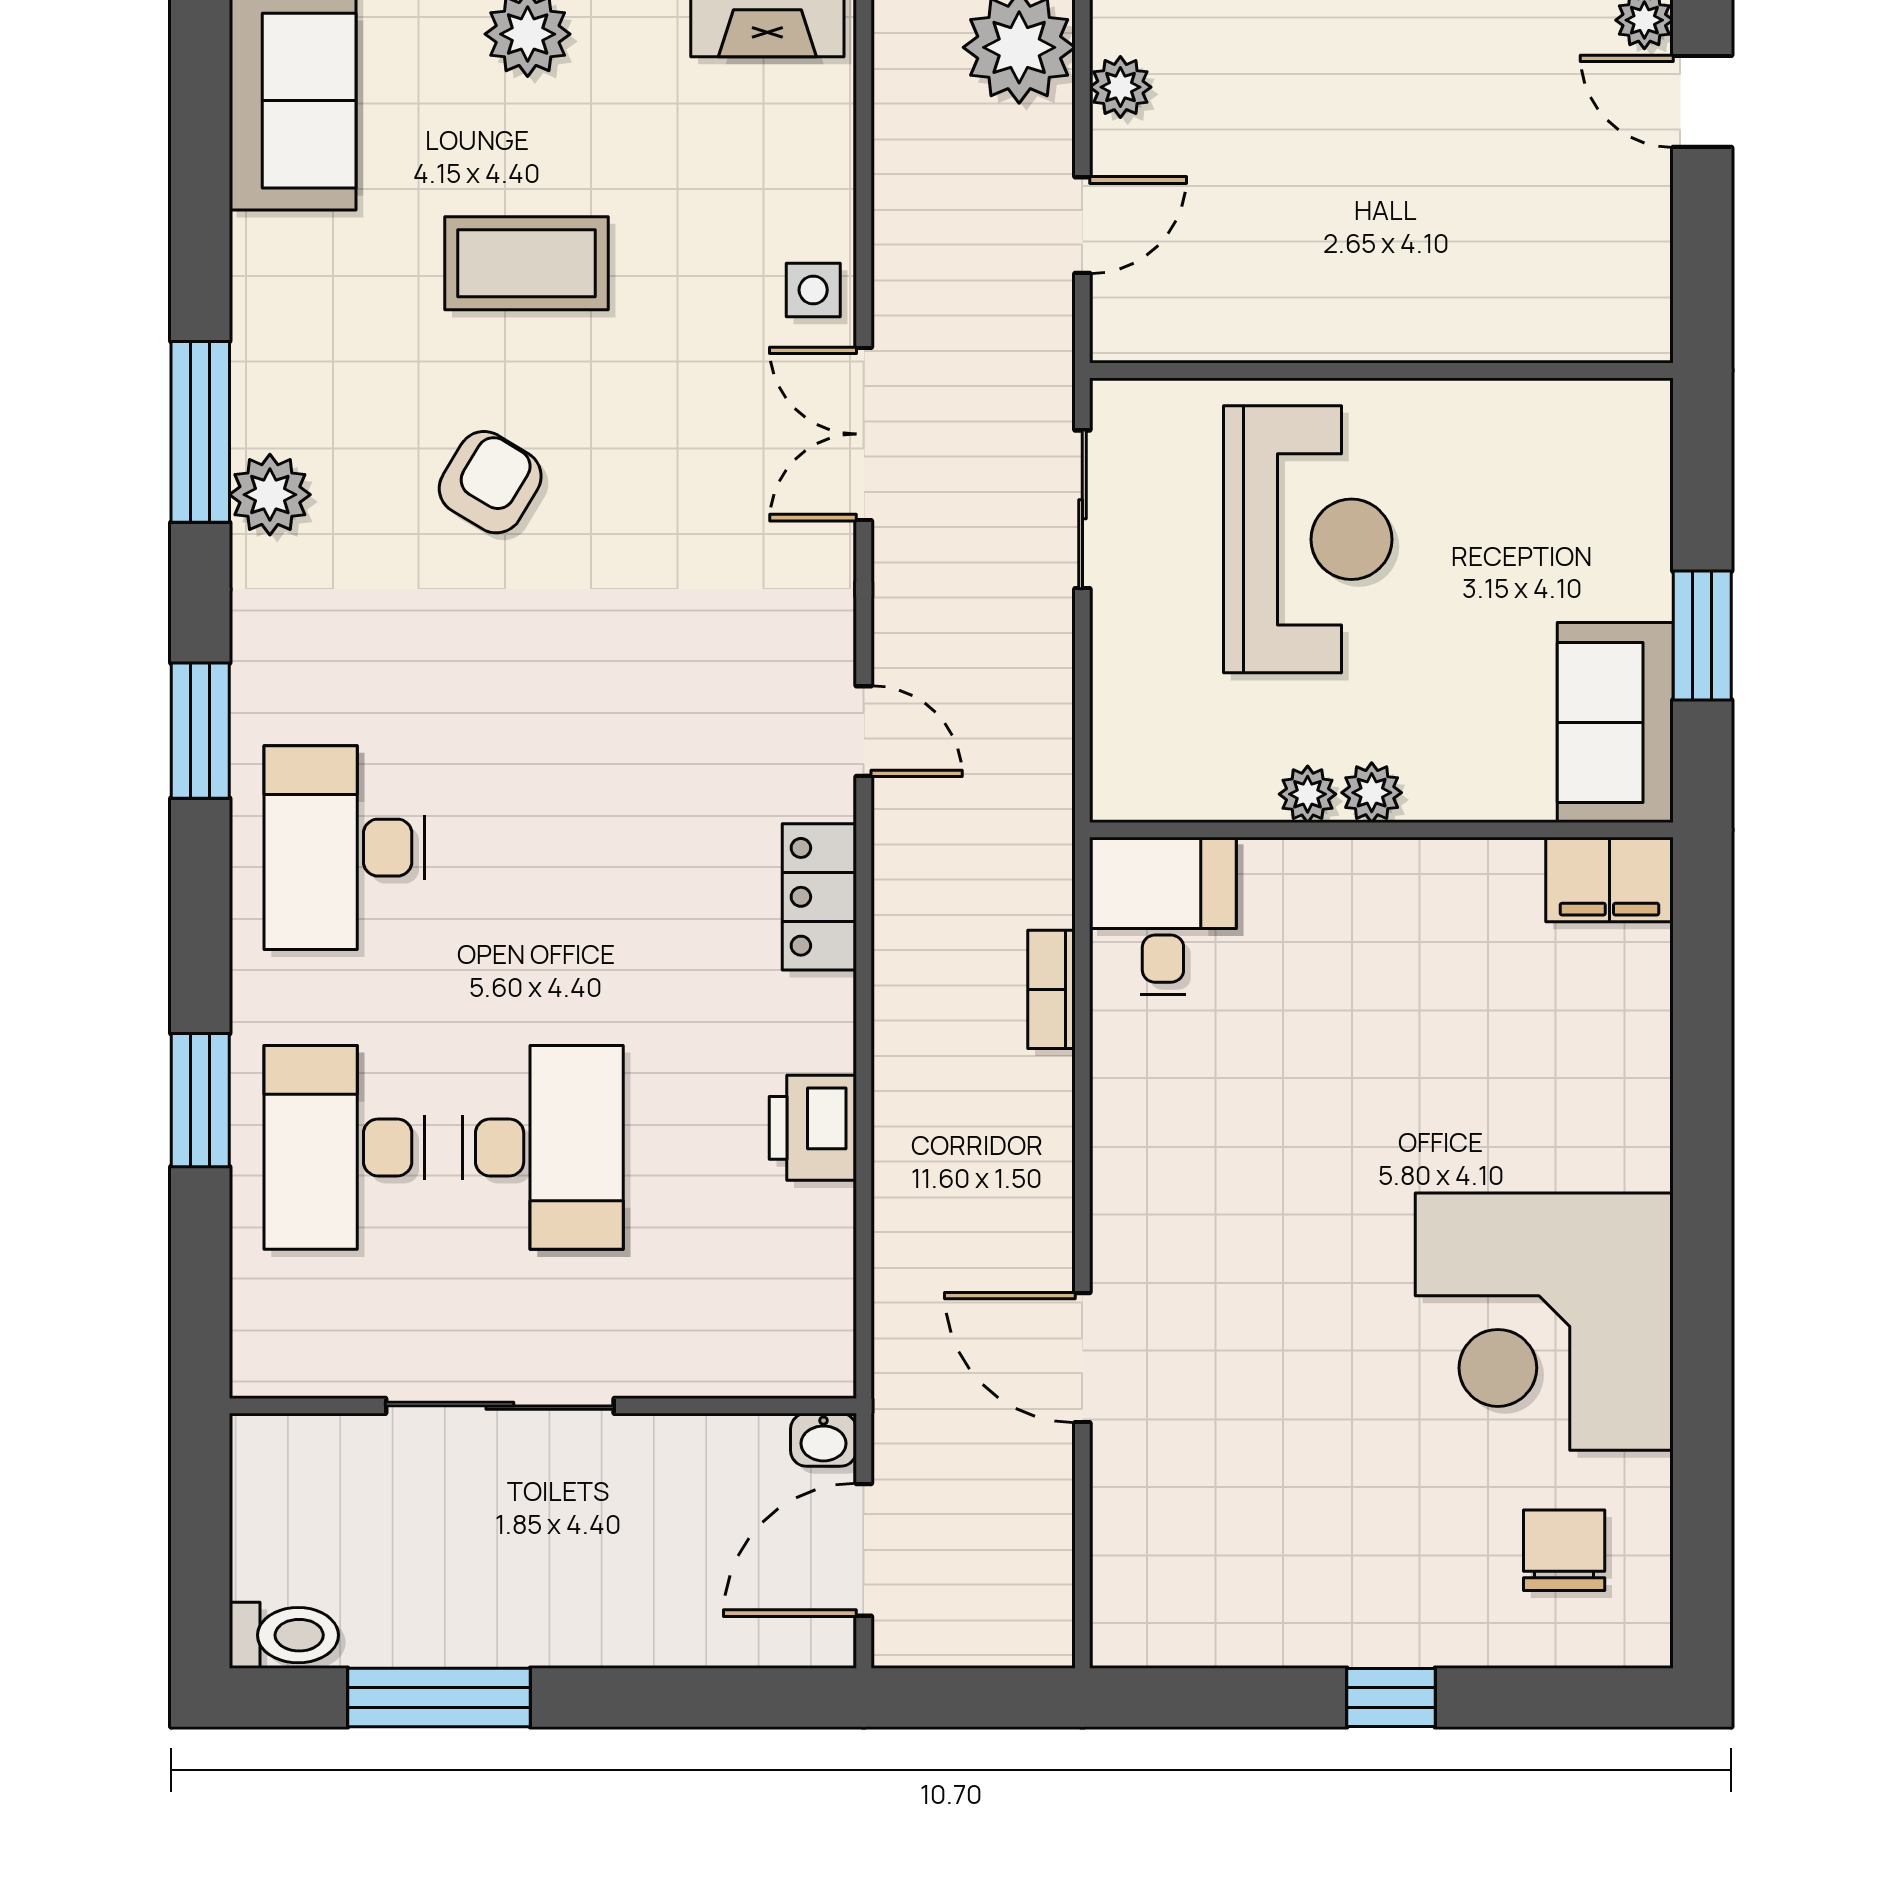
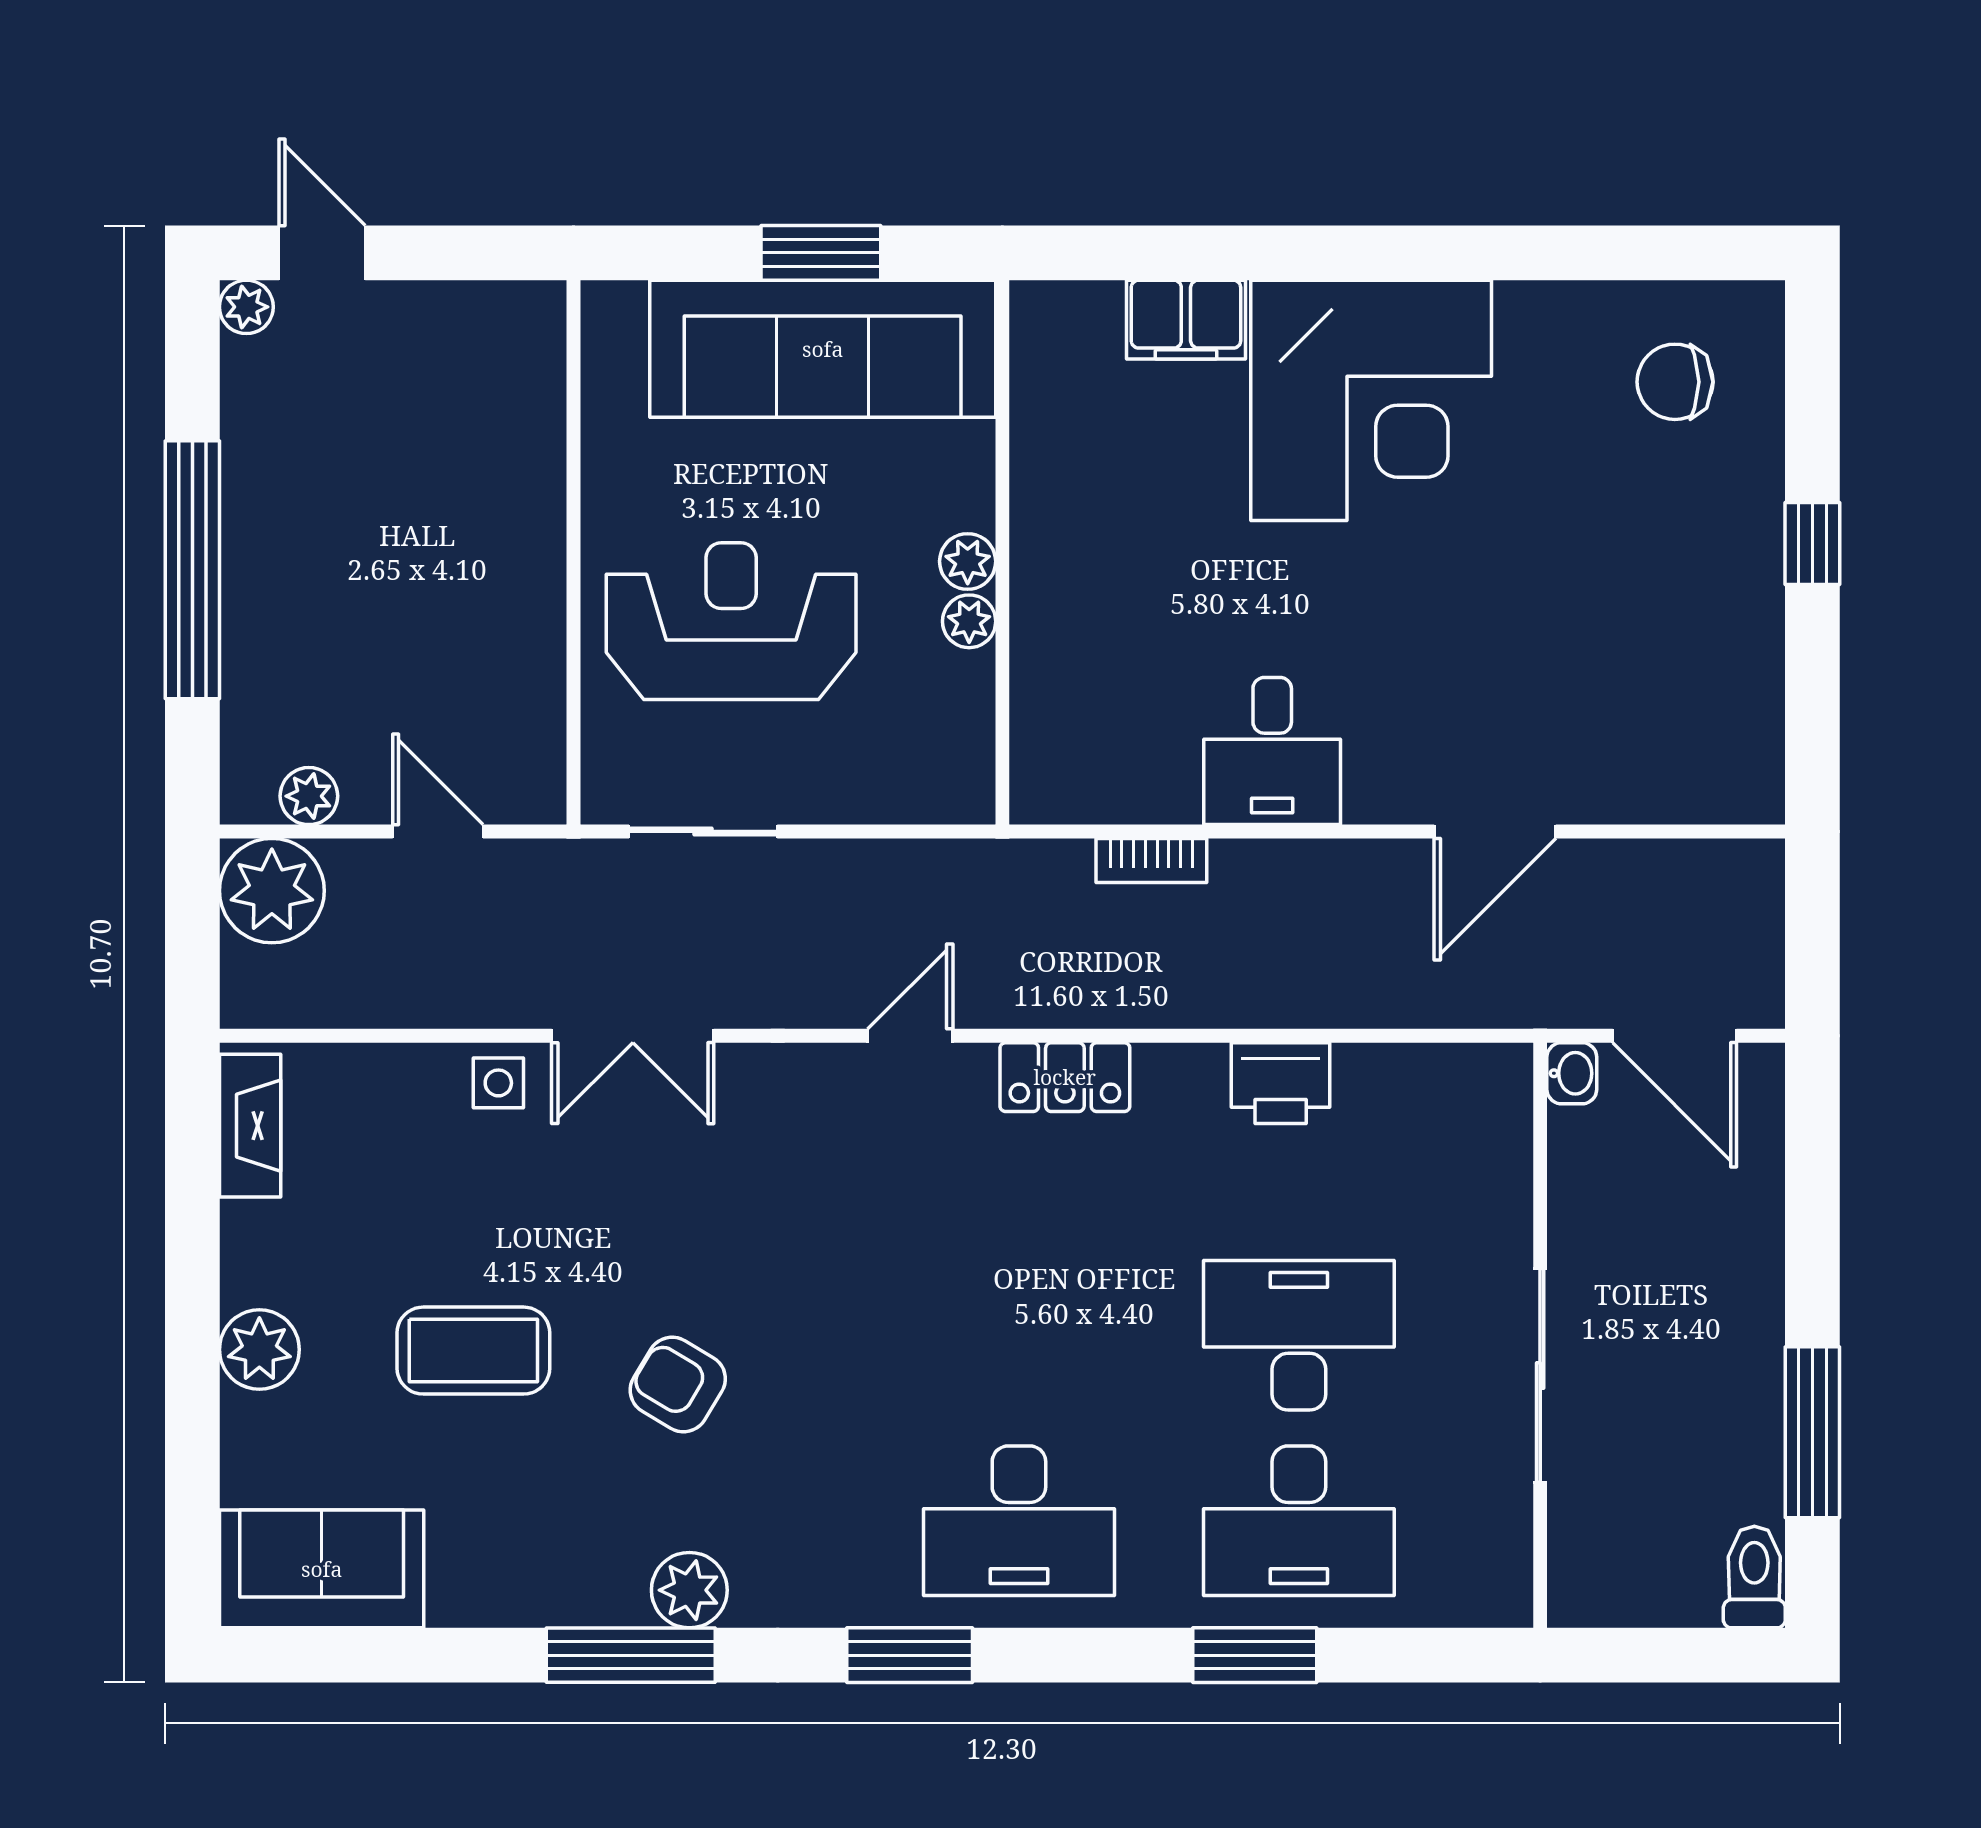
door: (1702, 101) -> (322, 253), swing flipped
coffee table: (527, 263) -> (473, 1351), turned 90
sofa: (1615, 722) -> (823, 349), width x1.85, depth x1.27
filing cabinet: (1609, 879) -> (1186, 320), moved, turned 90
desk: (1163, 916) -> (1272, 751), moved, turned -90
corner desk: (1544, 1322) -> (1371, 400), moved

